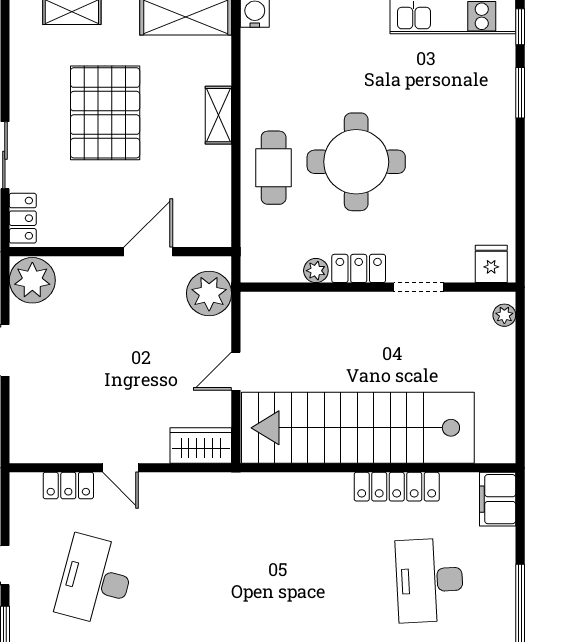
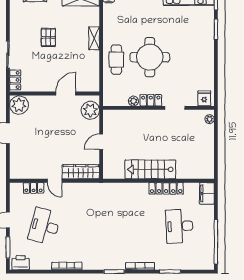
pallet: (105, 113) -> (48, 37), width x0.49, depth x0.50
stairs: (358, 428) -> (150, 169), width x0.54, depth x0.66
wardrobe: (201, 446) -> (81, 172), width x1.50

